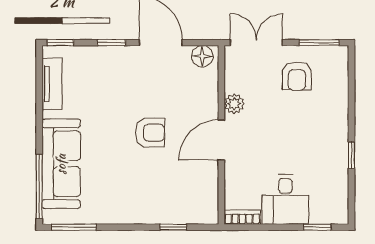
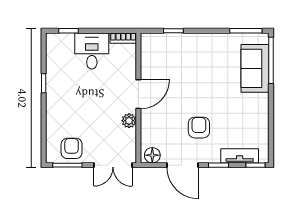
armchair: (297, 76) -> (72, 148), moved
tv unit: (52, 84) -> (240, 156), moved, turned 90
armchair: (150, 133) -> (199, 128), moved, turned 90
sofa: (61, 164) -> (255, 68), width x0.73

